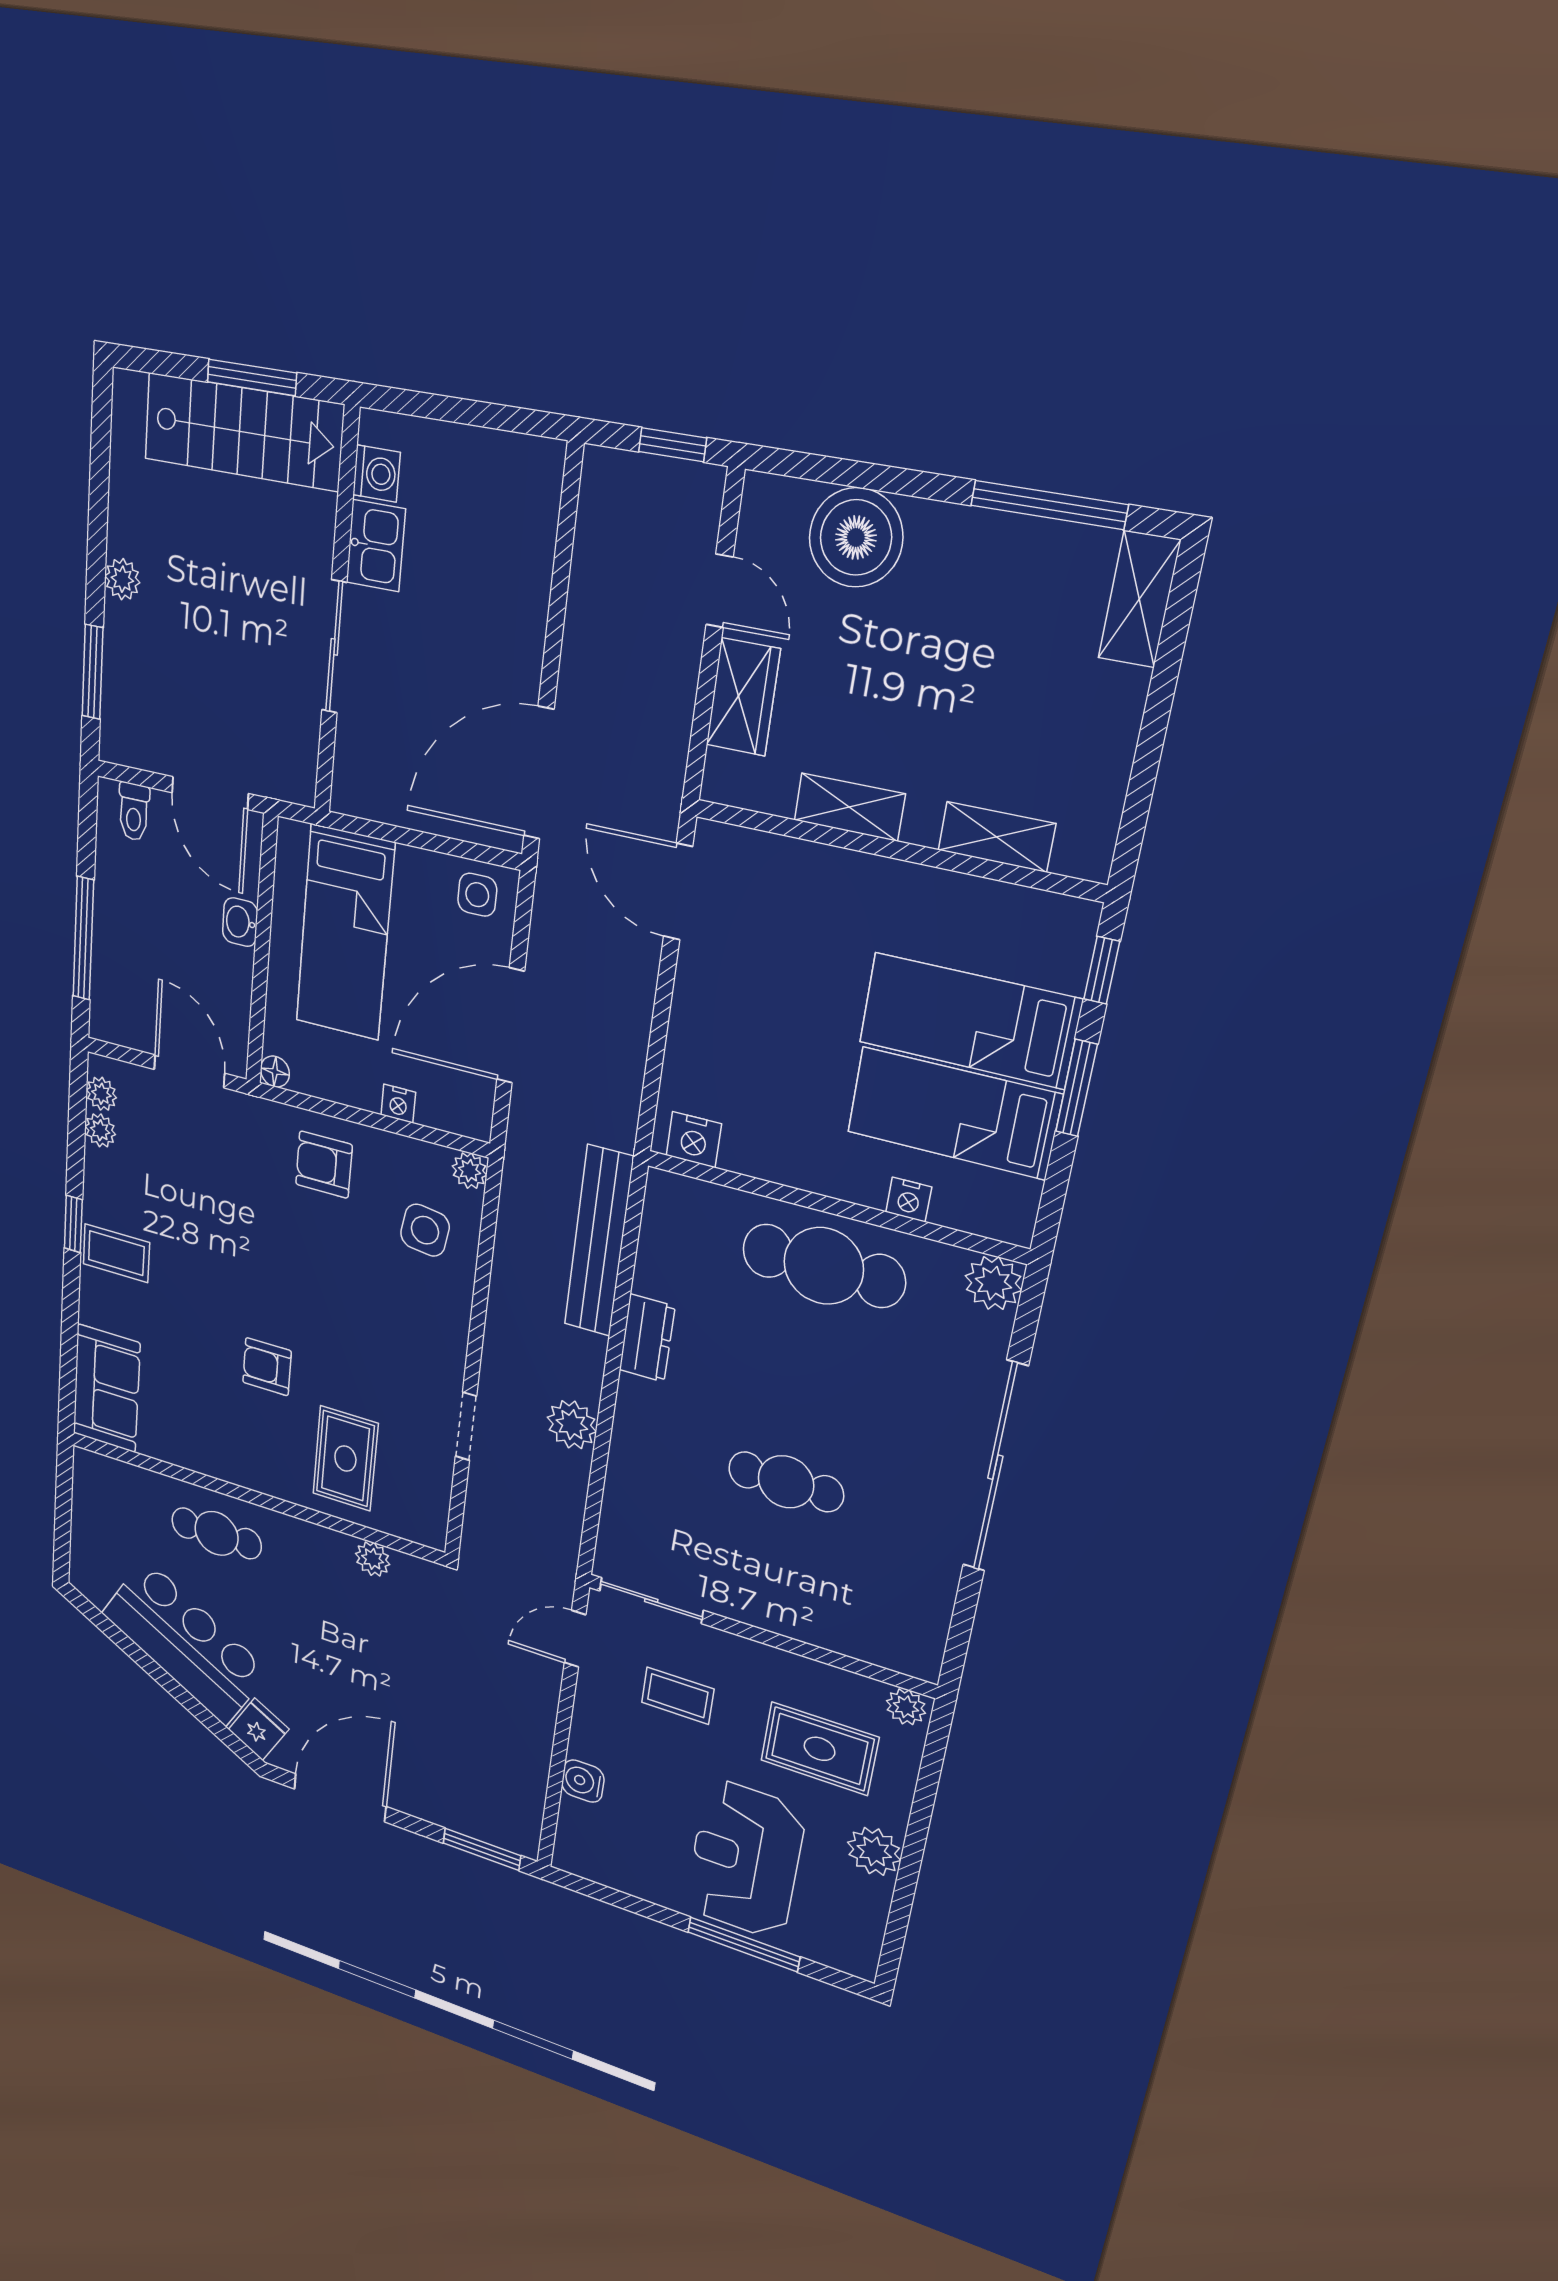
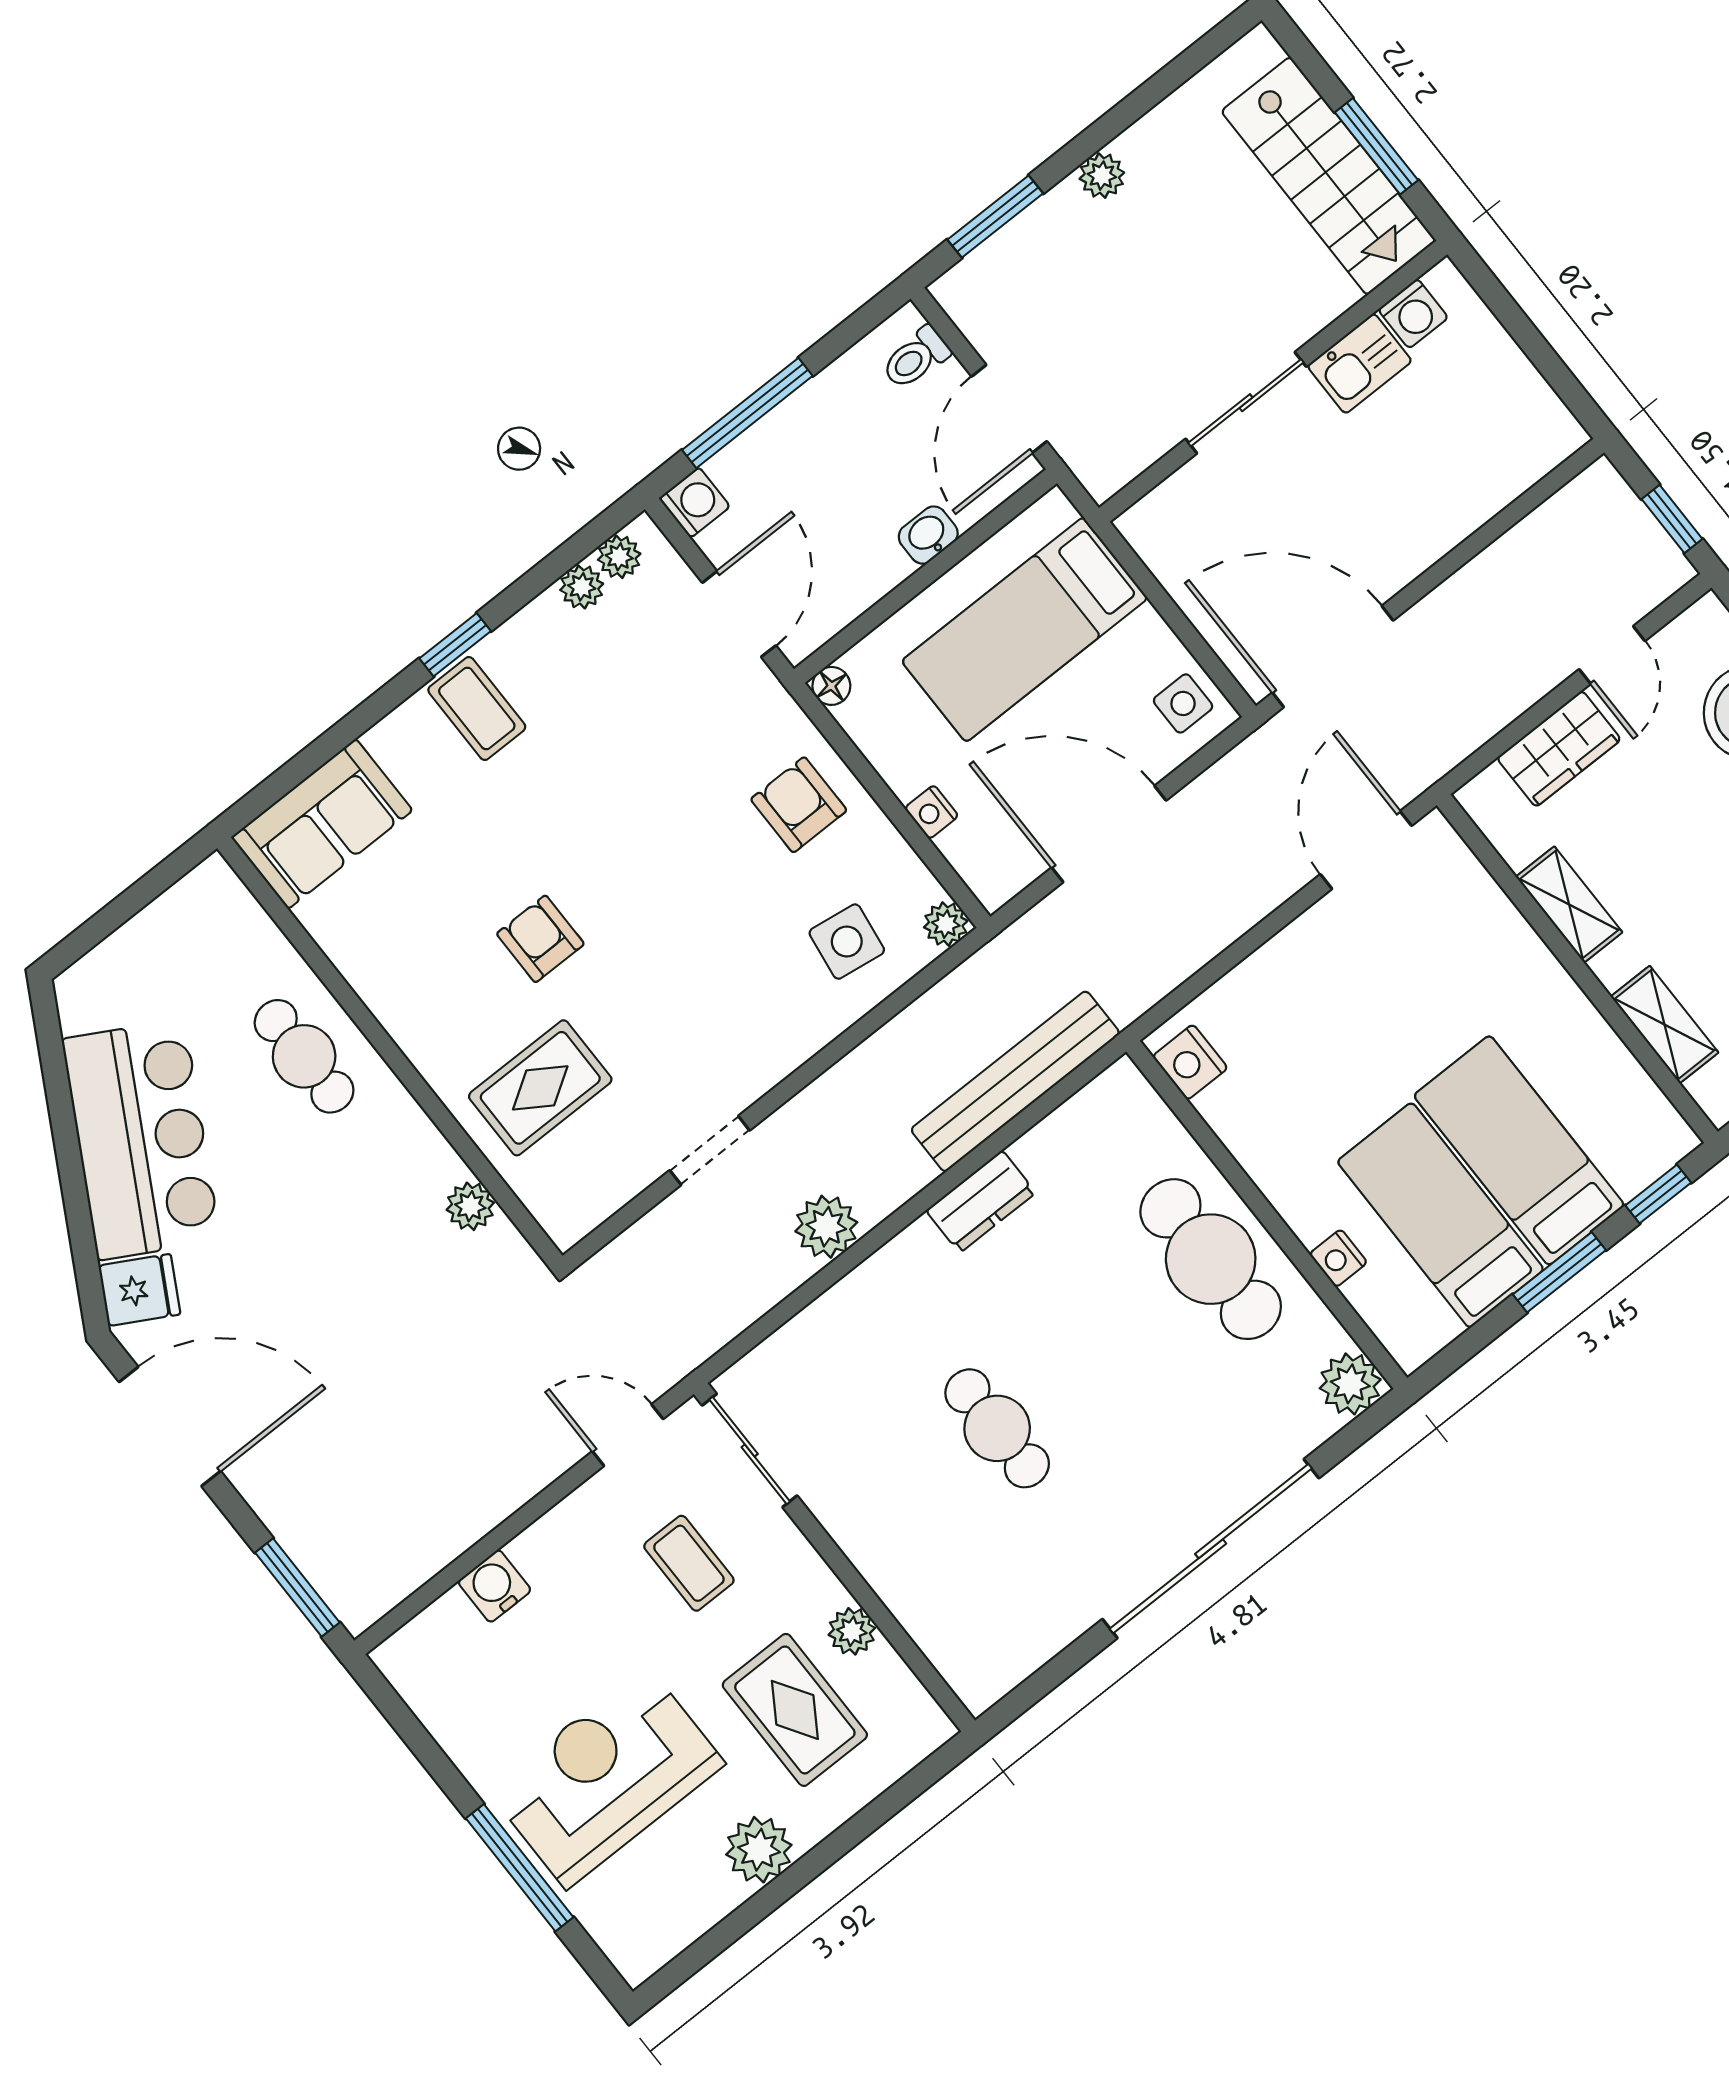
washing machine: (107, 1022) -> (695, 502), added
plant: (906, 1707) -> (852, 1631), moved

